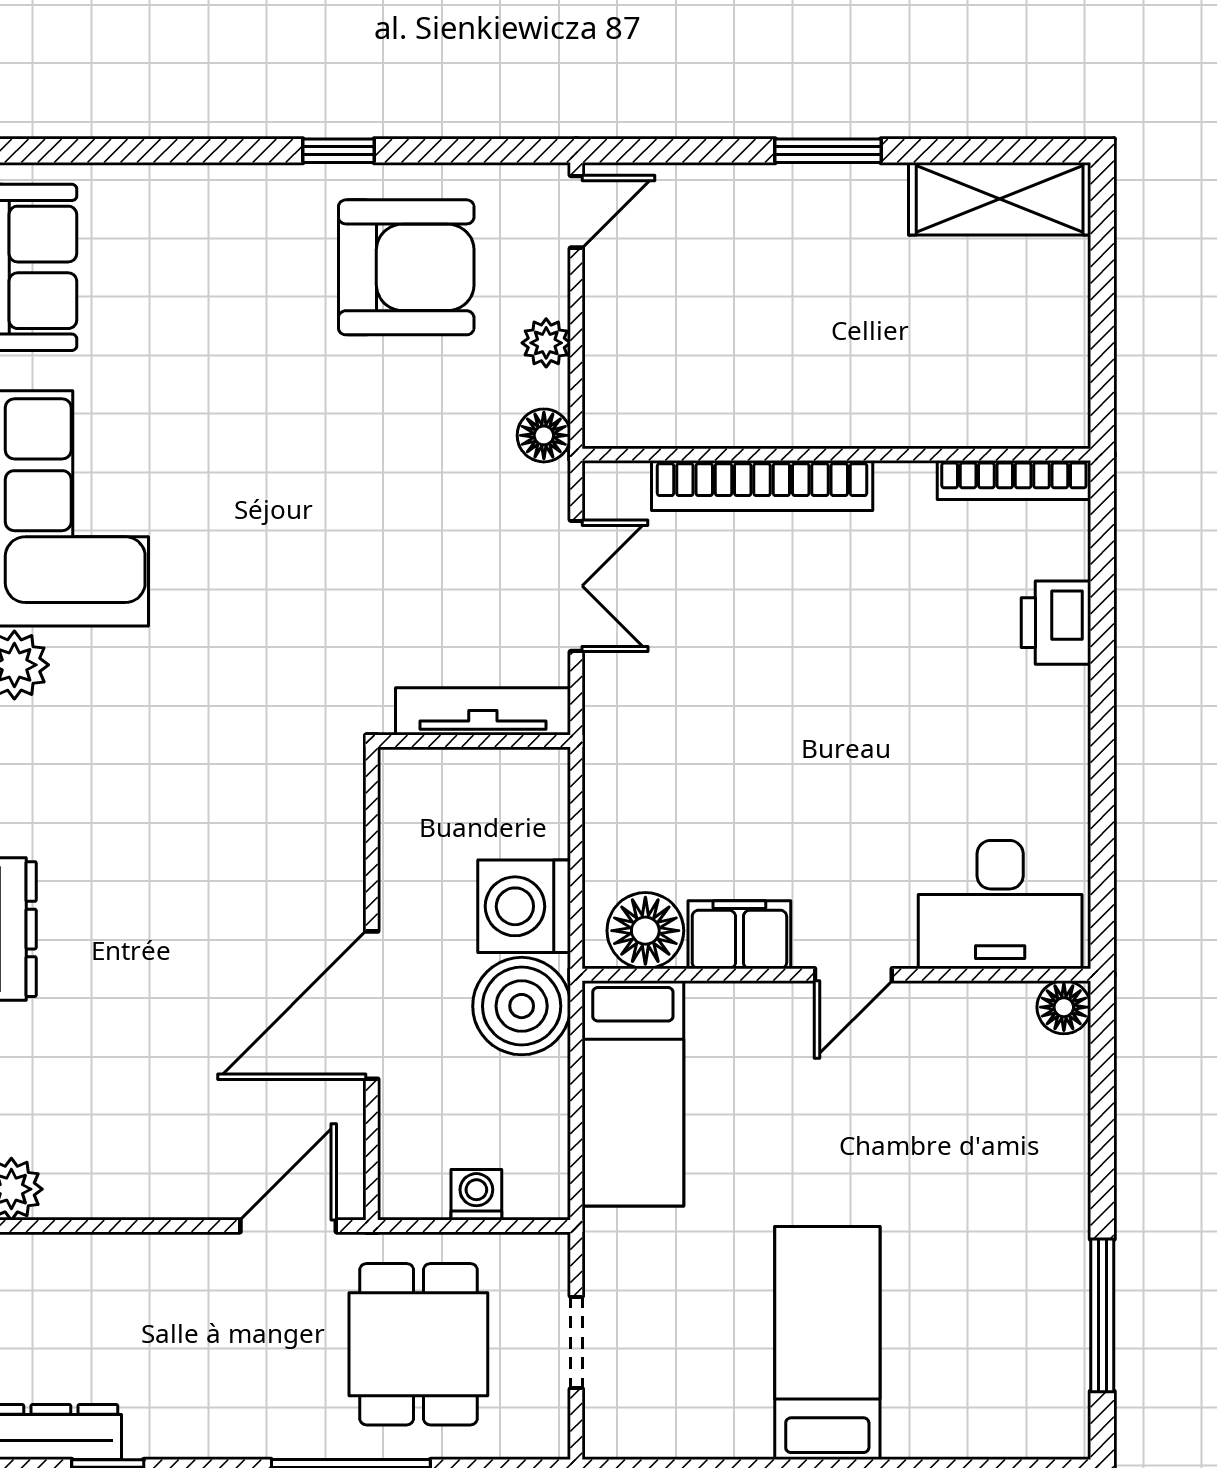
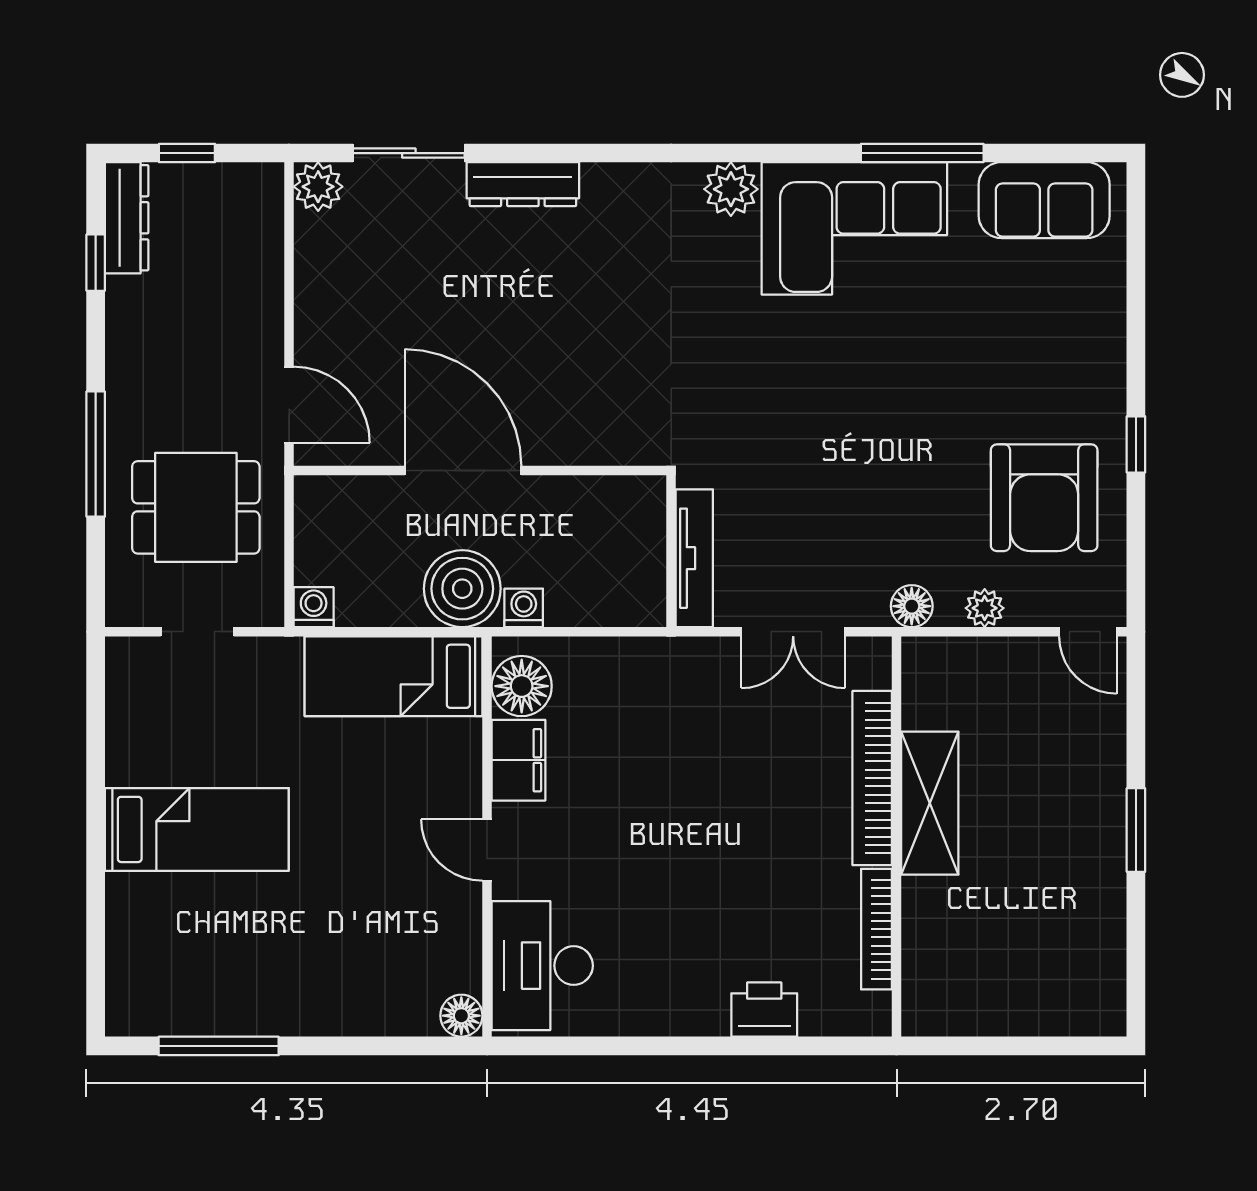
shelving: (1000, 199) -> (930, 803), moved
bookcase: (1014, 480) -> (877, 929), moved
washing machine: (524, 906) -> (524, 608), width x0.53, depth x0.53
washing machine: (476, 1195) -> (314, 607), moved, turned -90

